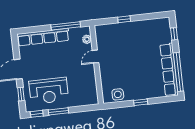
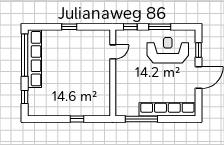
plant: (87, 39) -> (120, 102), removed
door: (96, 57) -> (113, 52), moved
side table: (118, 94) -> (93, 38), removed
window: (37, 114) -> (130, 27), moved

